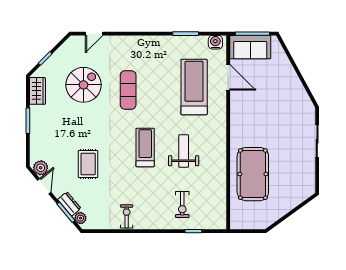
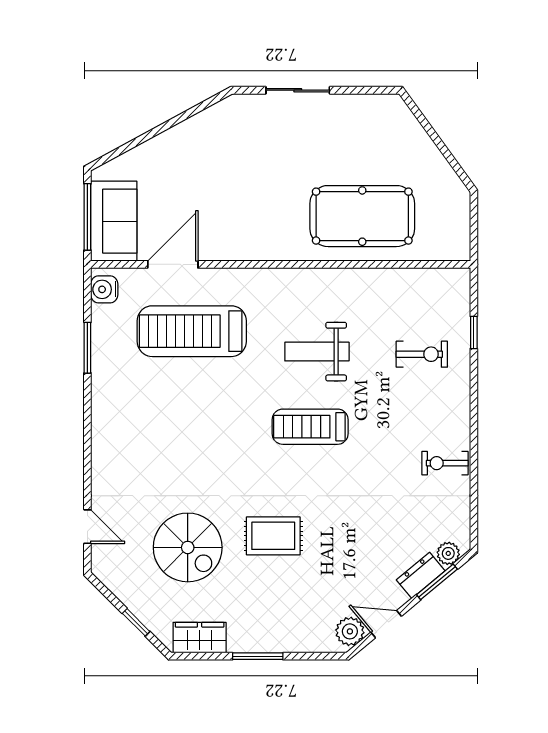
spiral stairs: (83, 85) -> (188, 547), turned 180
exercise mat: (128, 90) -> (198, 460), removed
rug: (88, 164) -> (273, 536), moved

